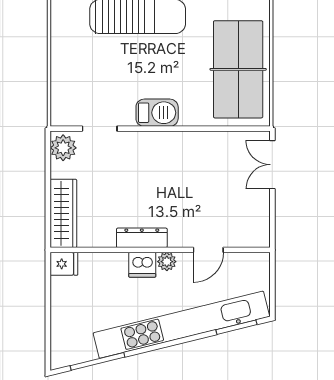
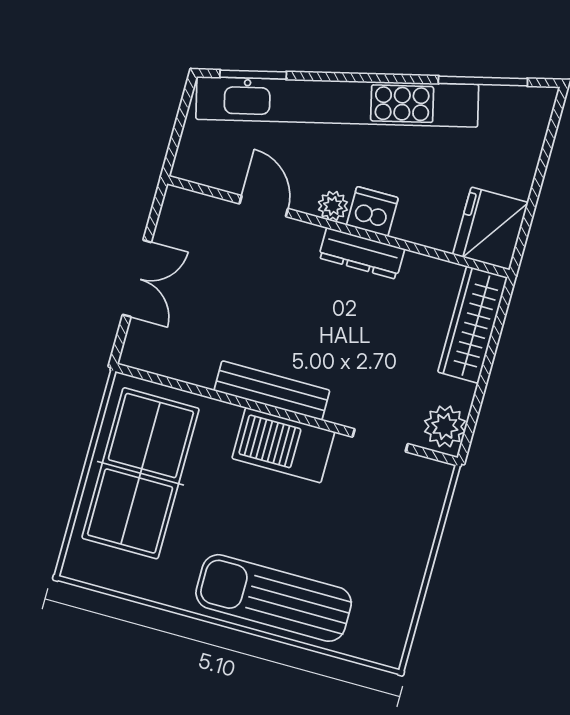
barbecue: (157, 113) -> (283, 445), width x1.37, depth x1.21
bench: (173, 141) -> (272, 391), added
double door: (272, 165) -> (137, 278), moved
door: (208, 250) -> (264, 206), hinge flipped
fridge: (64, 264) -> (490, 228), width x1.88, depth x1.34

